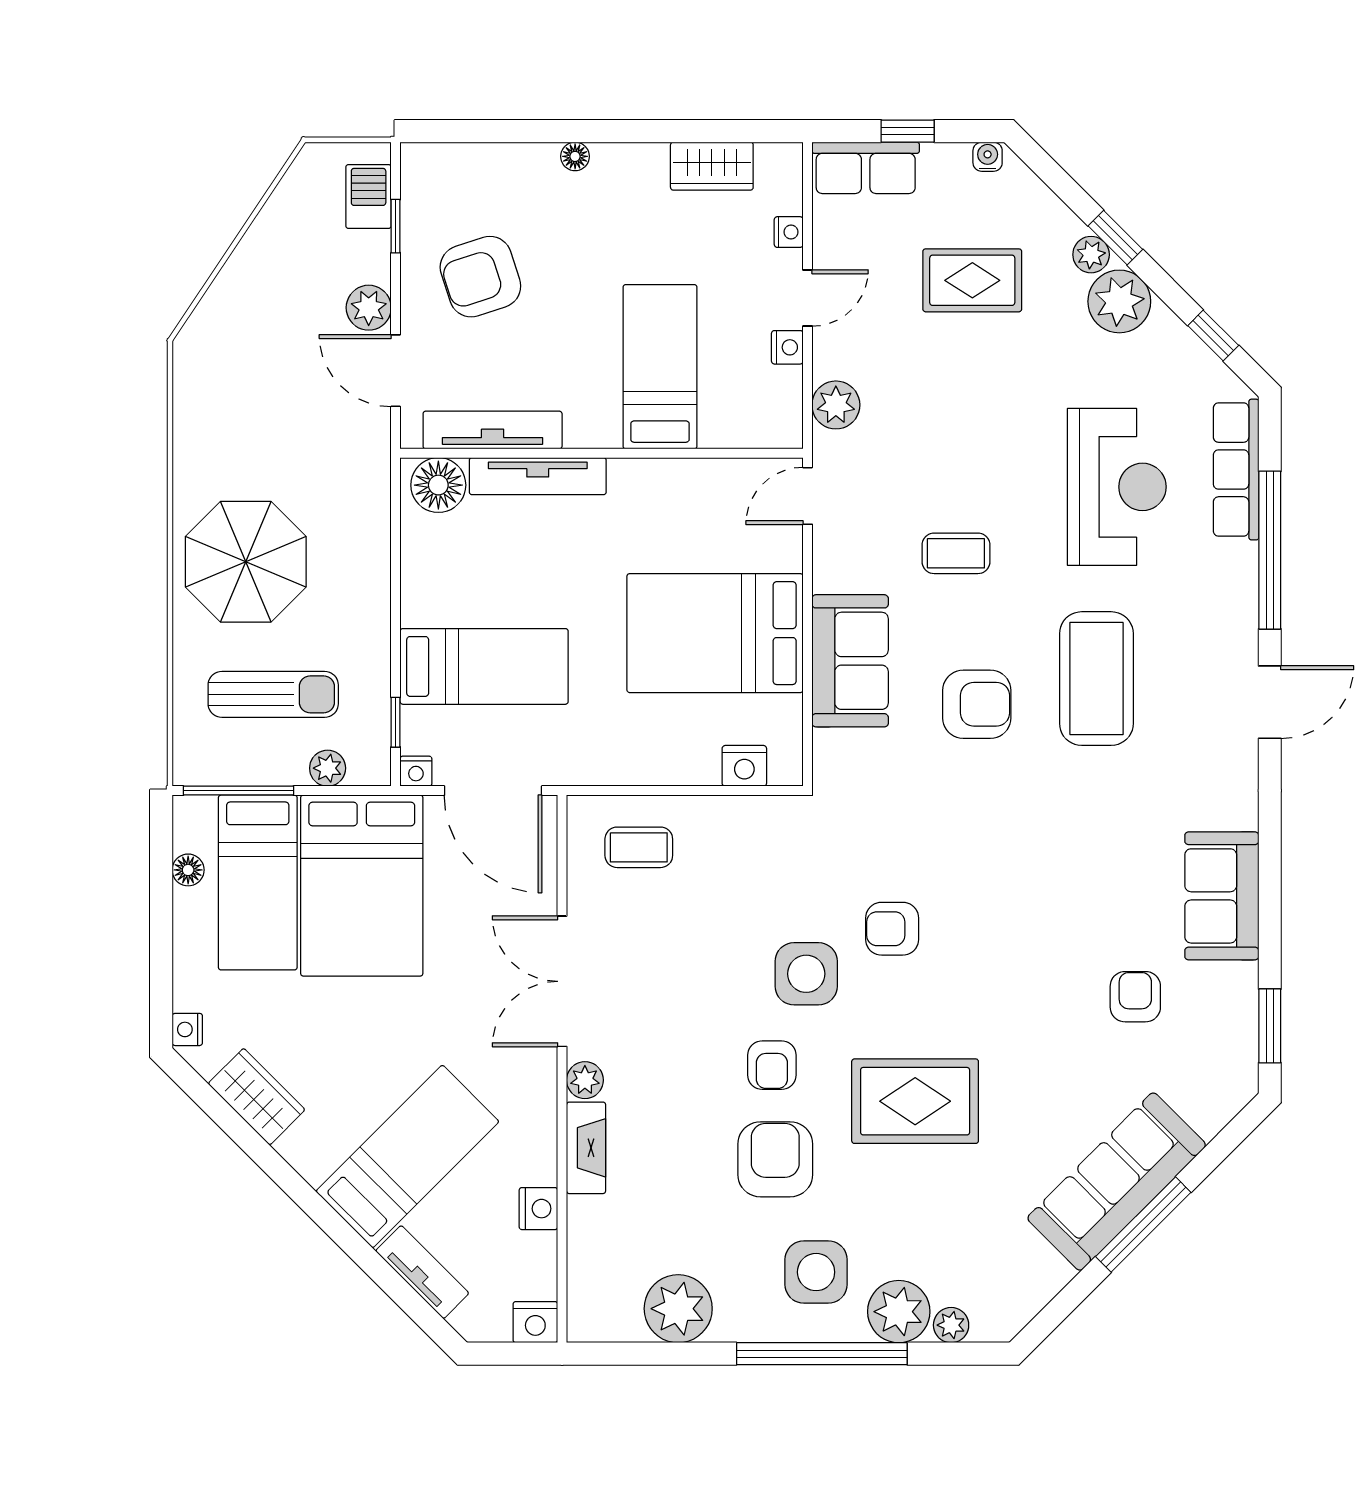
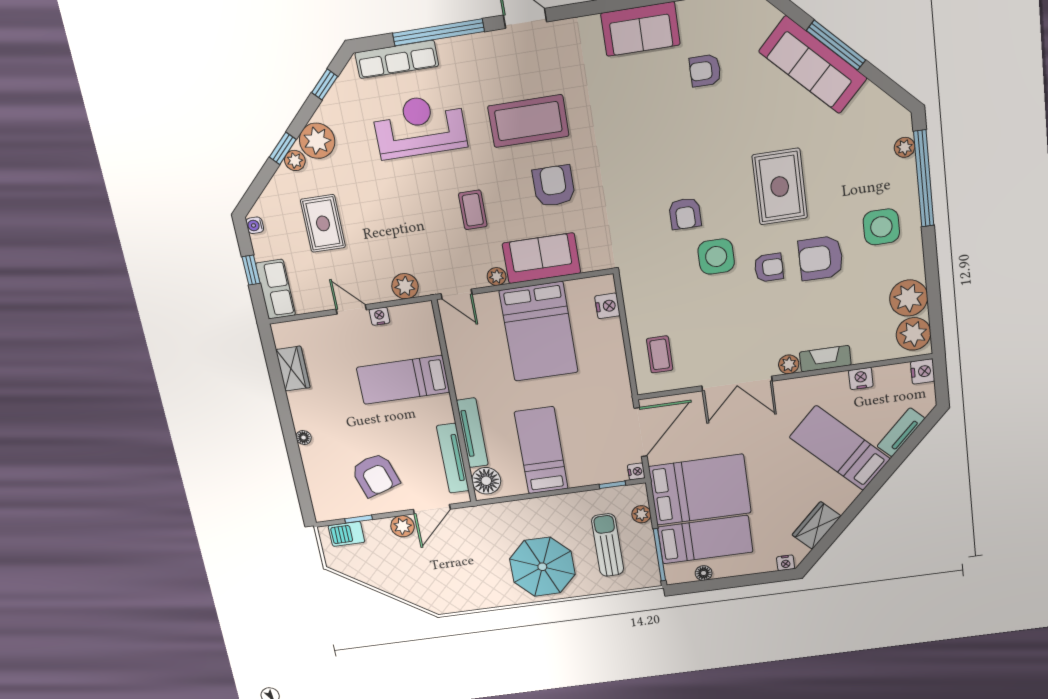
nightstand: (789, 232) -> (318, 324), removed
plant: (829, 574) -> (497, 277), added
bed: (484, 666) -> (541, 450), moved
plant: (899, 1312) -> (913, 334), moved
window: (822, 1354) -> (924, 179), moved

